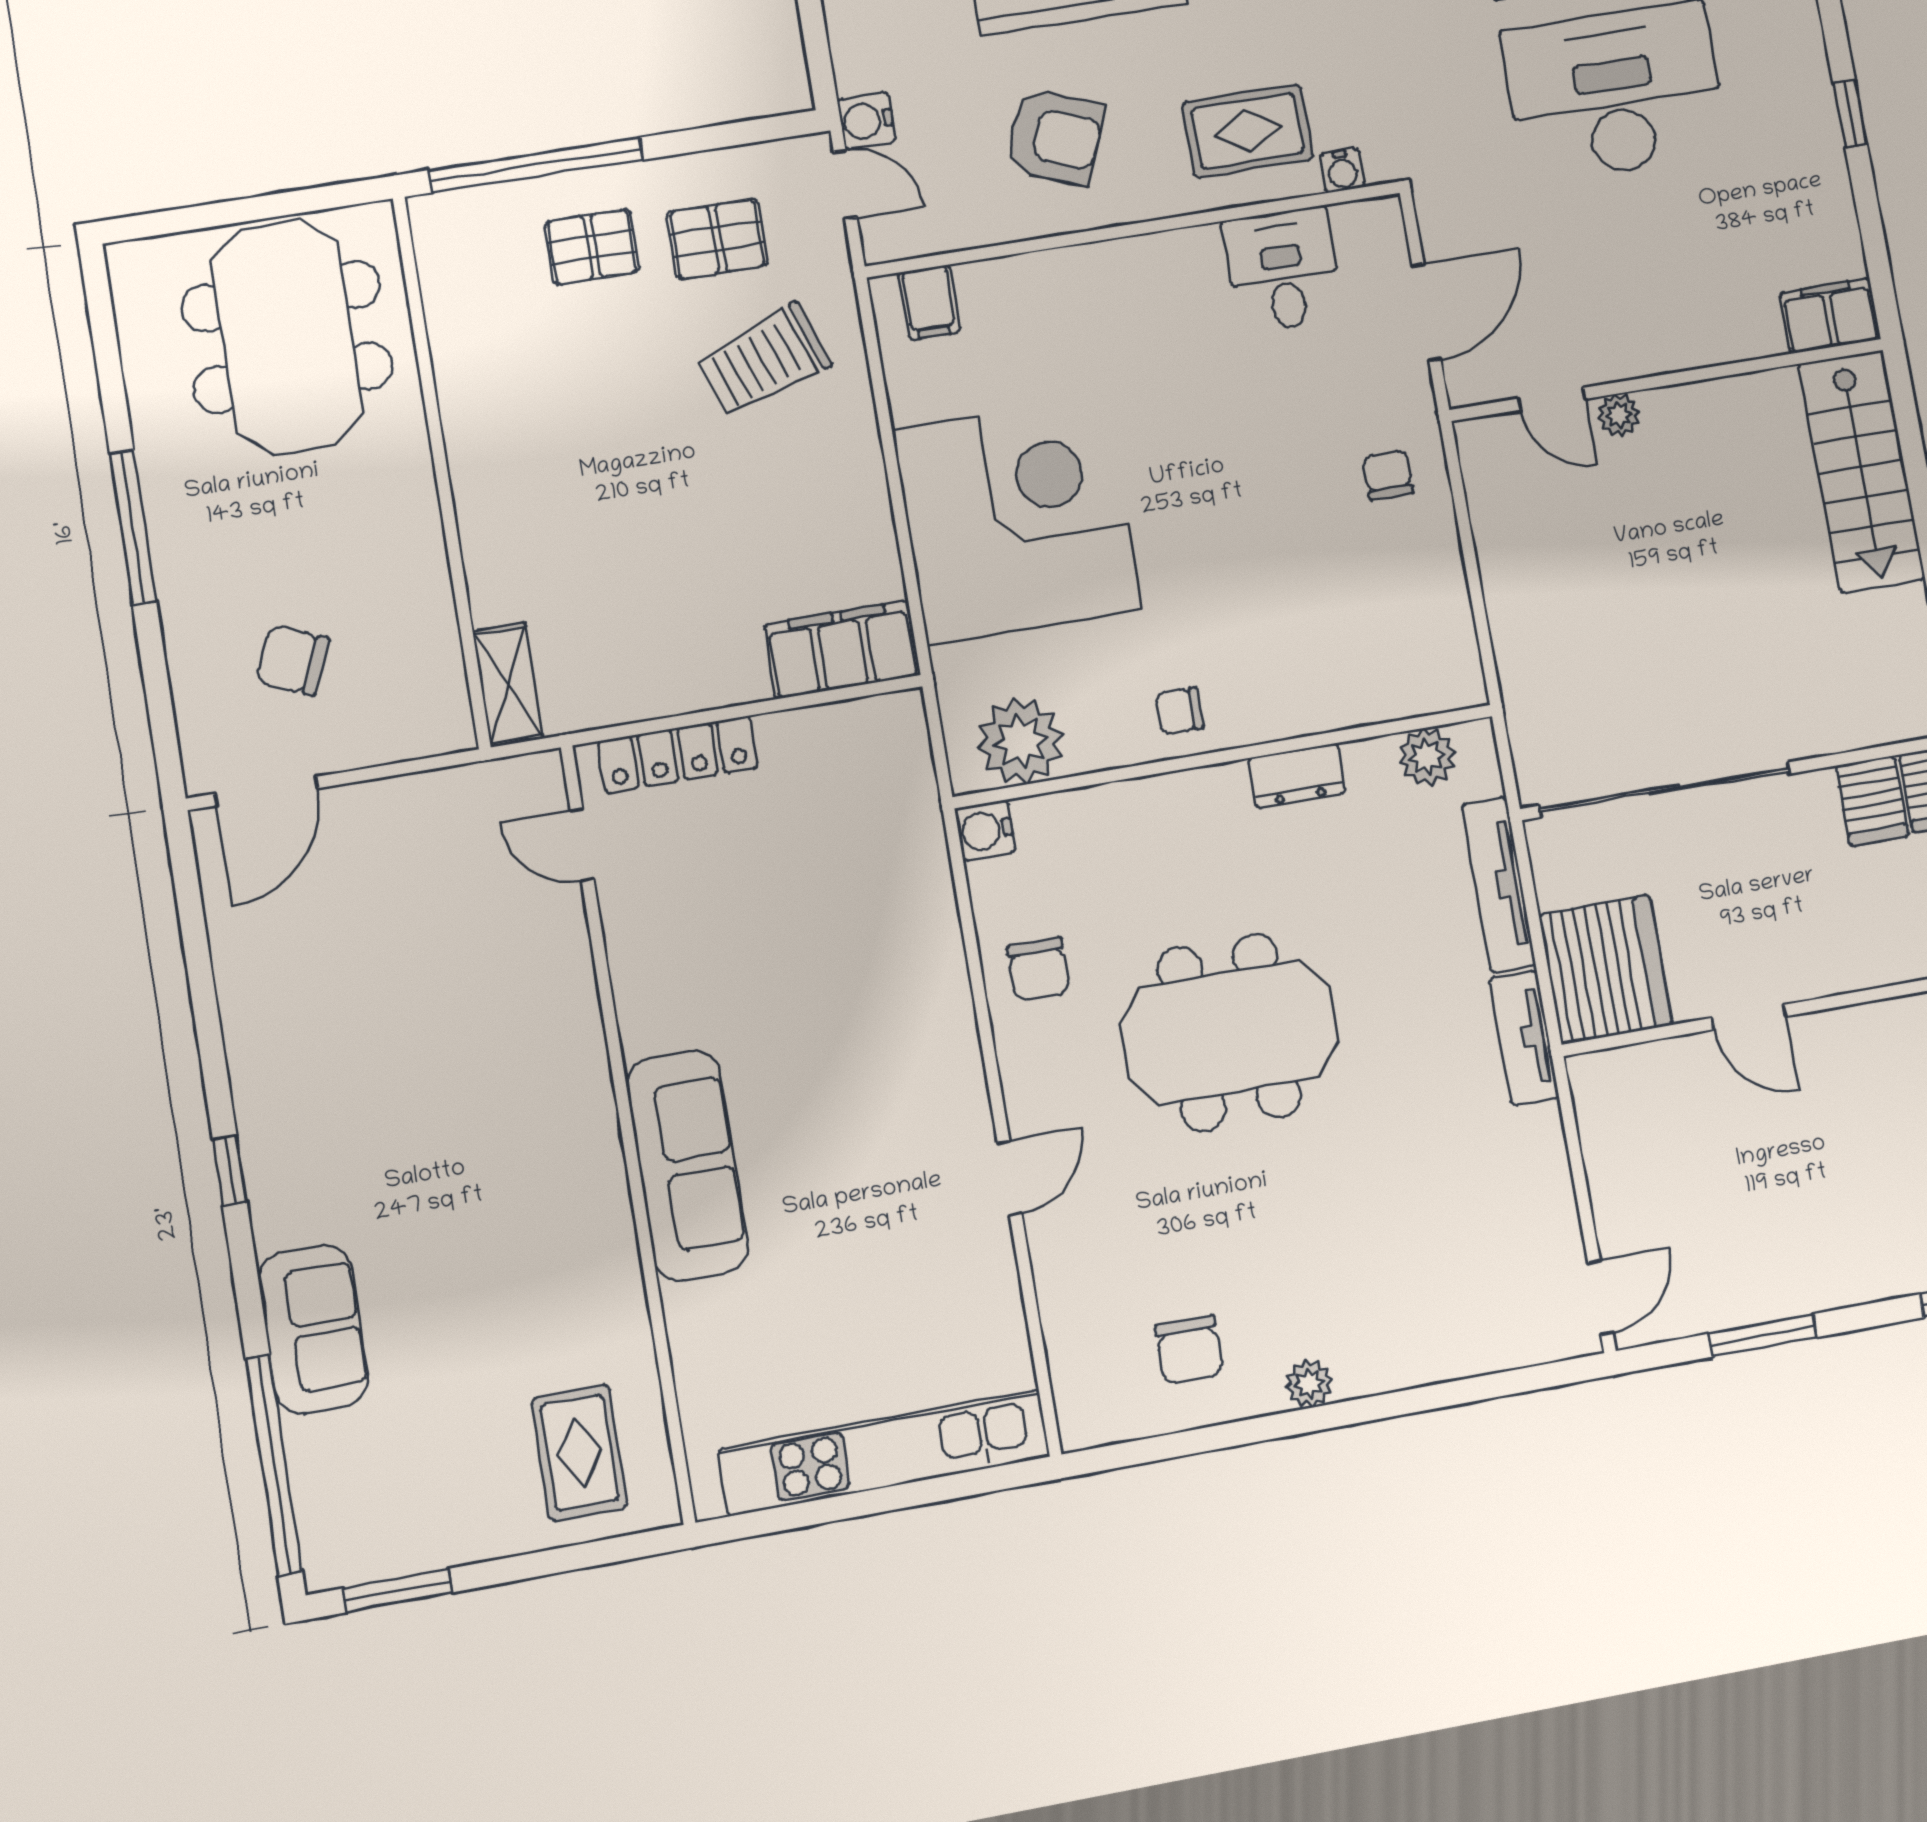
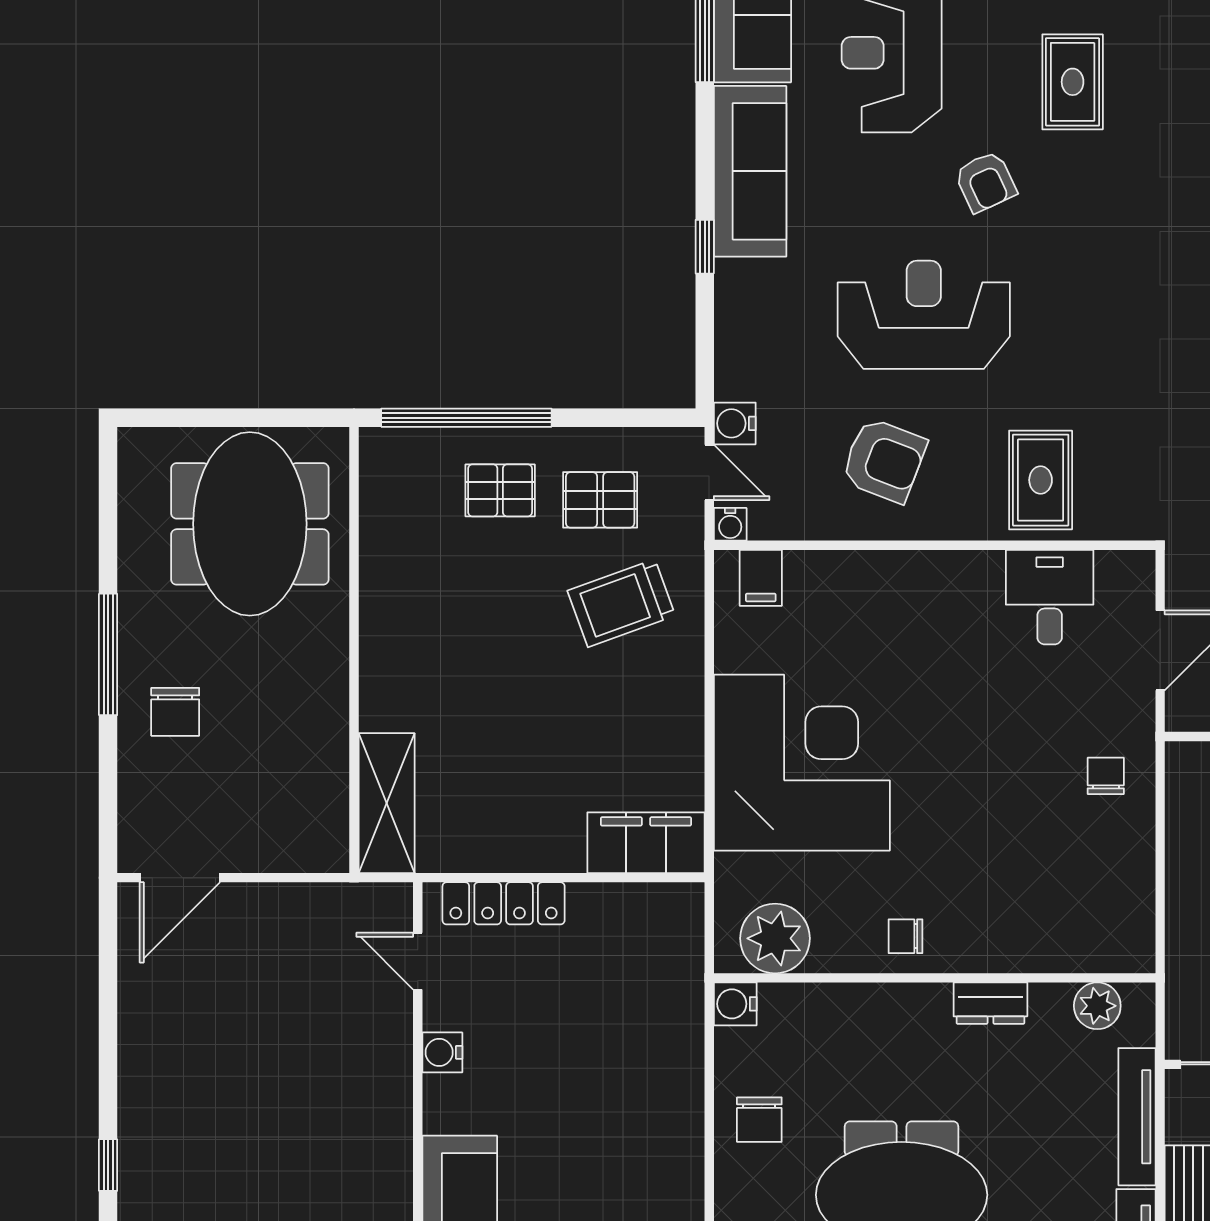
rug: (1248, 131) -> (1041, 480), turned 90
water cooler: (1342, 170) -> (730, 524), moved
chair: (292, 660) -> (175, 712), moved, turned -113
shelving: (508, 685) -> (387, 803), width x1.50, depth x1.33
water cooler: (631, 954) -> (442, 1052), added

